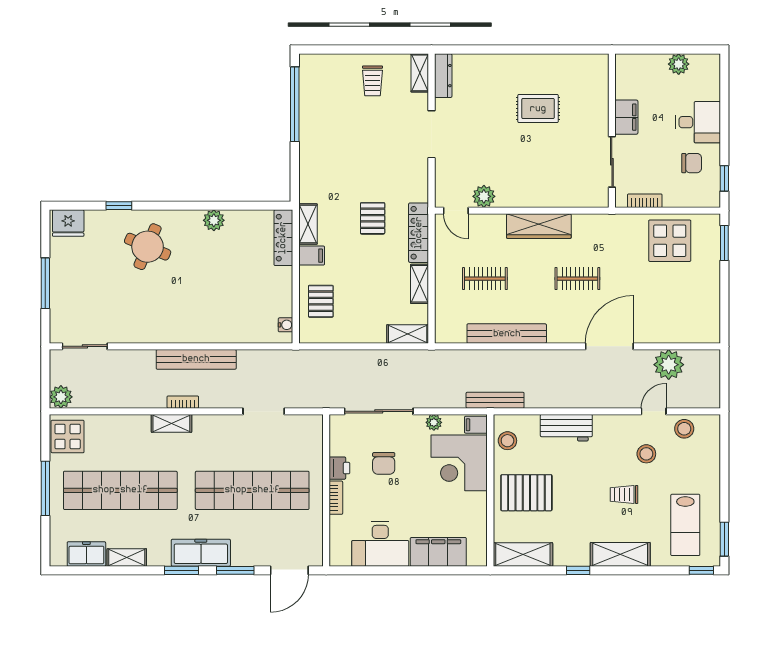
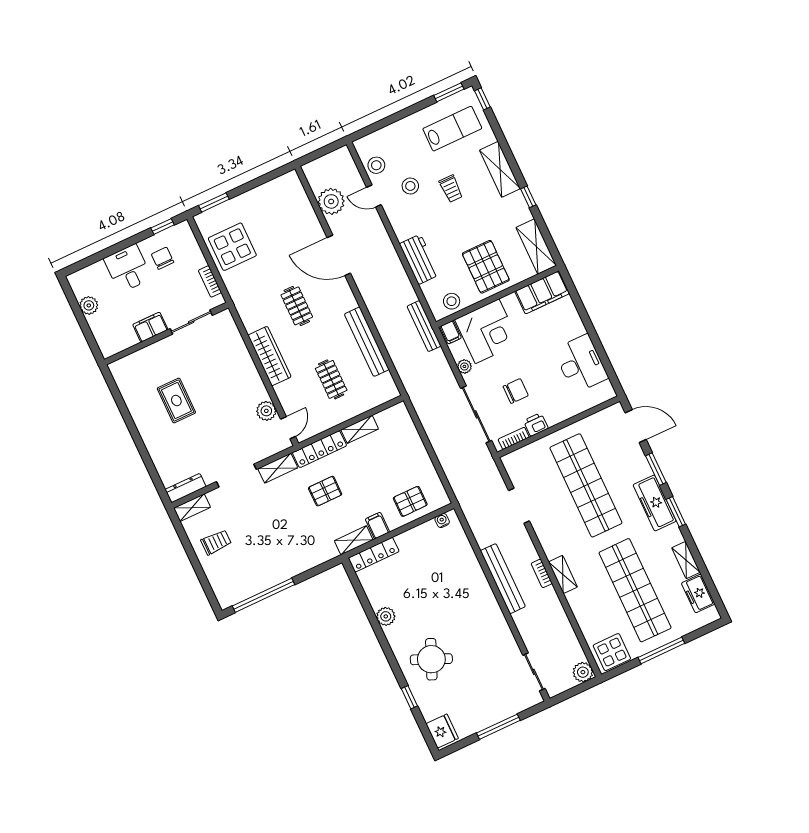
shelving: (408, 334) -> (278, 468), moved, turned 90
bookcase: (336, 498) -> (514, 438), moved
filing cabinet: (438, 552) -> (542, 292), moved, turned -90

